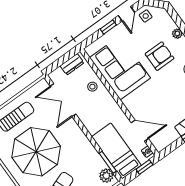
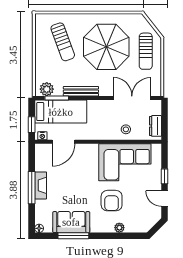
side table: (146, 16) -> (152, 213), removed
bench: (88, 146) -> (81, 91), added

